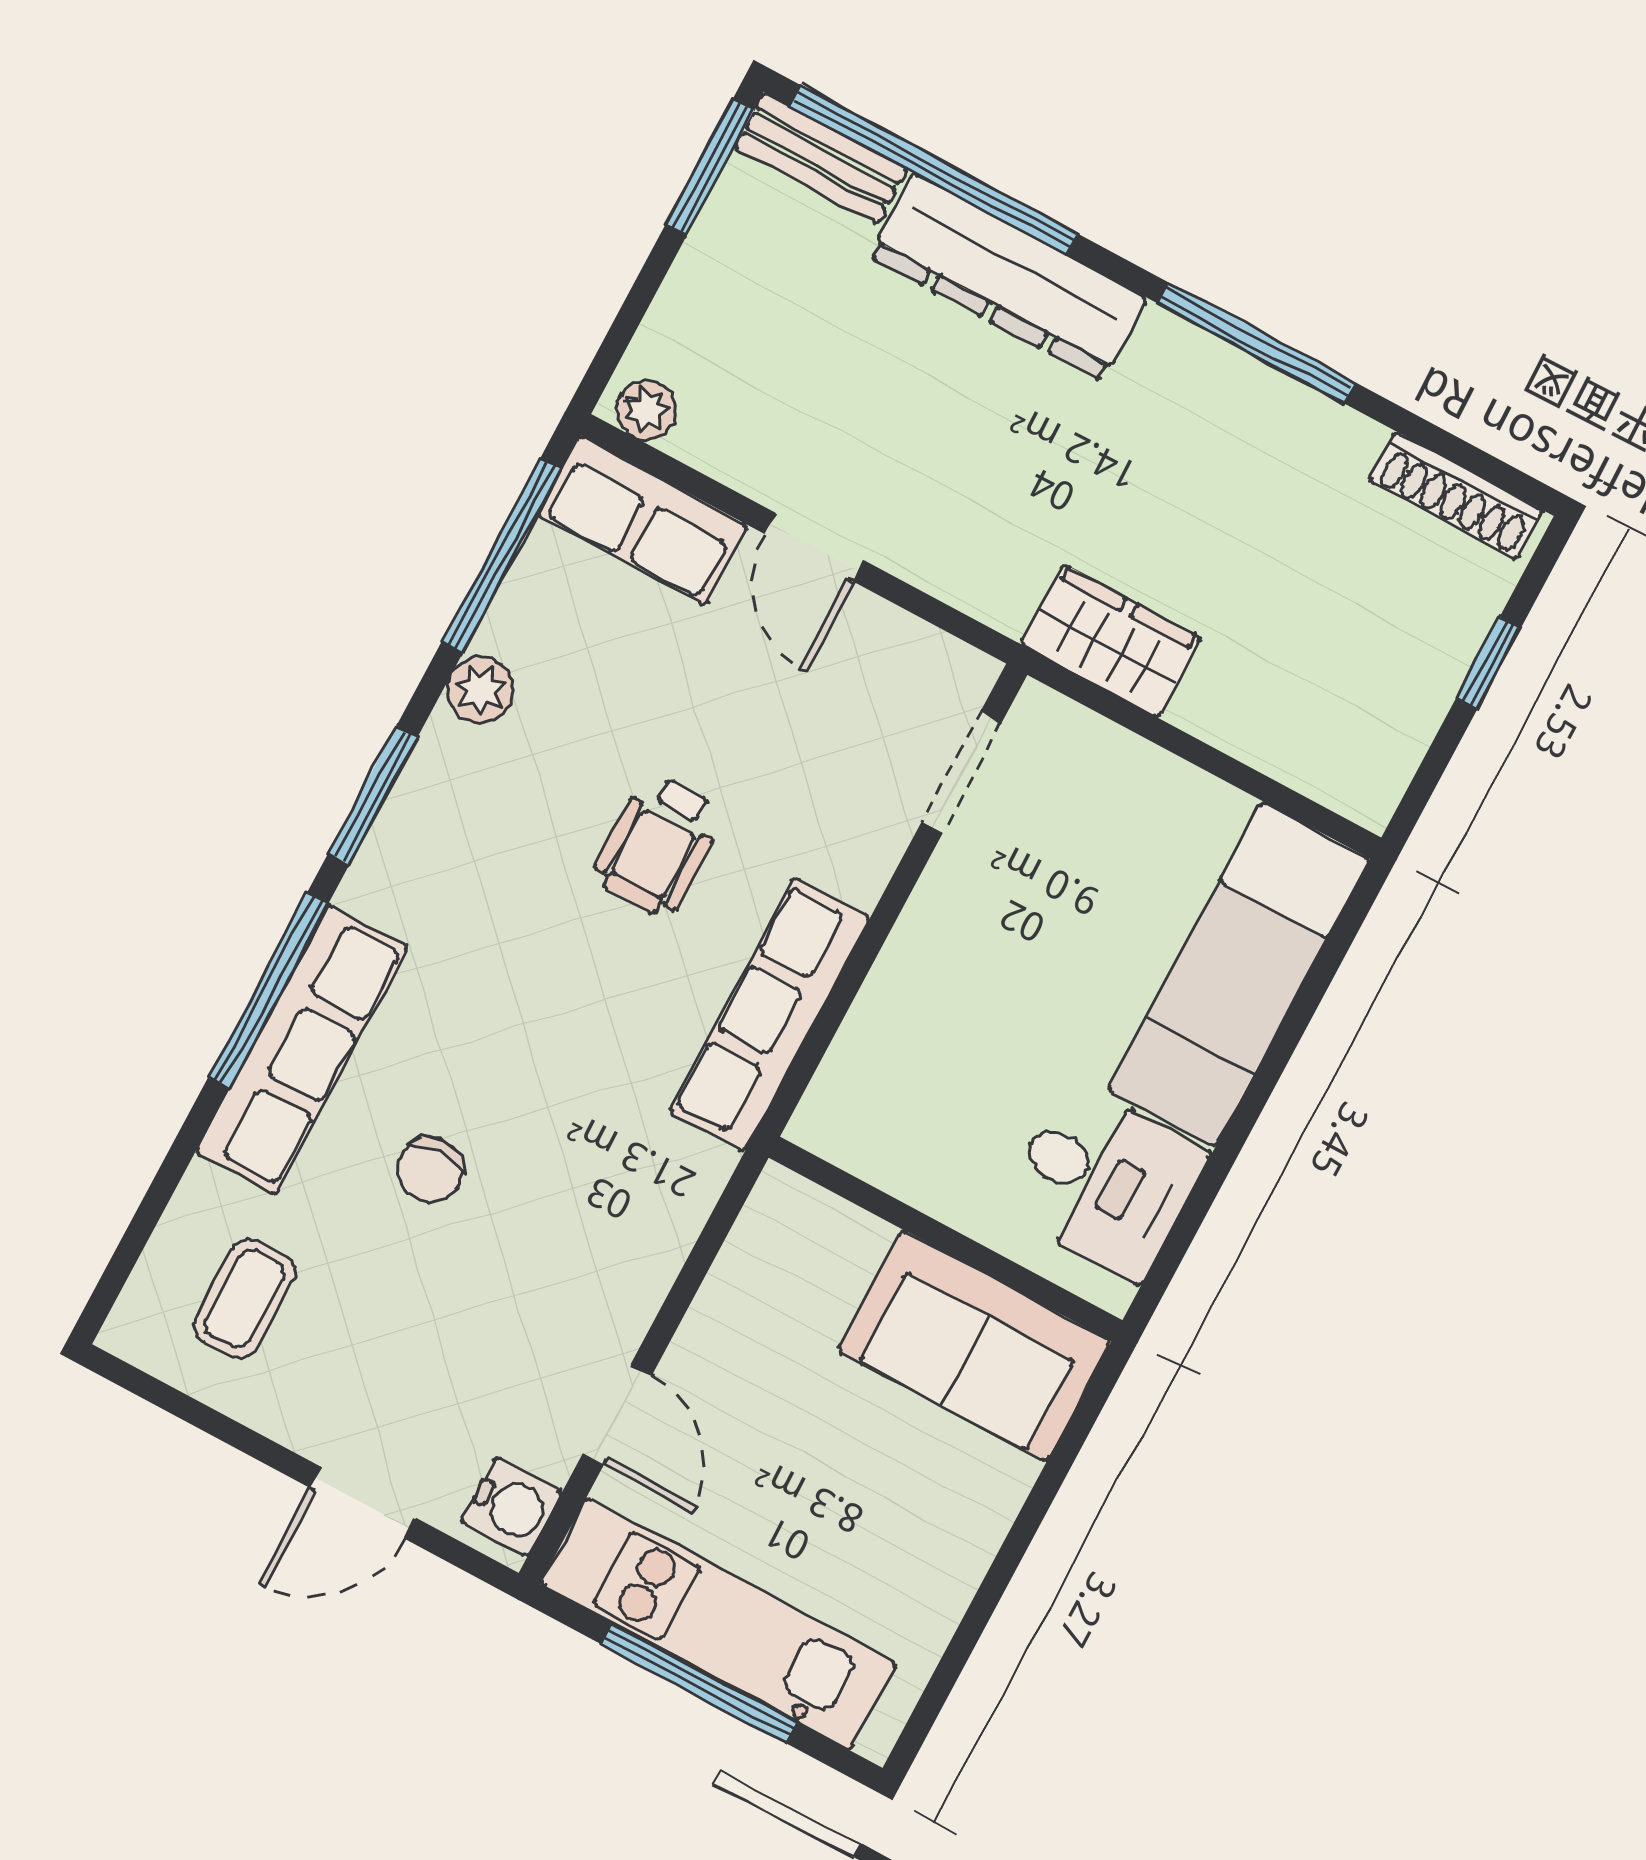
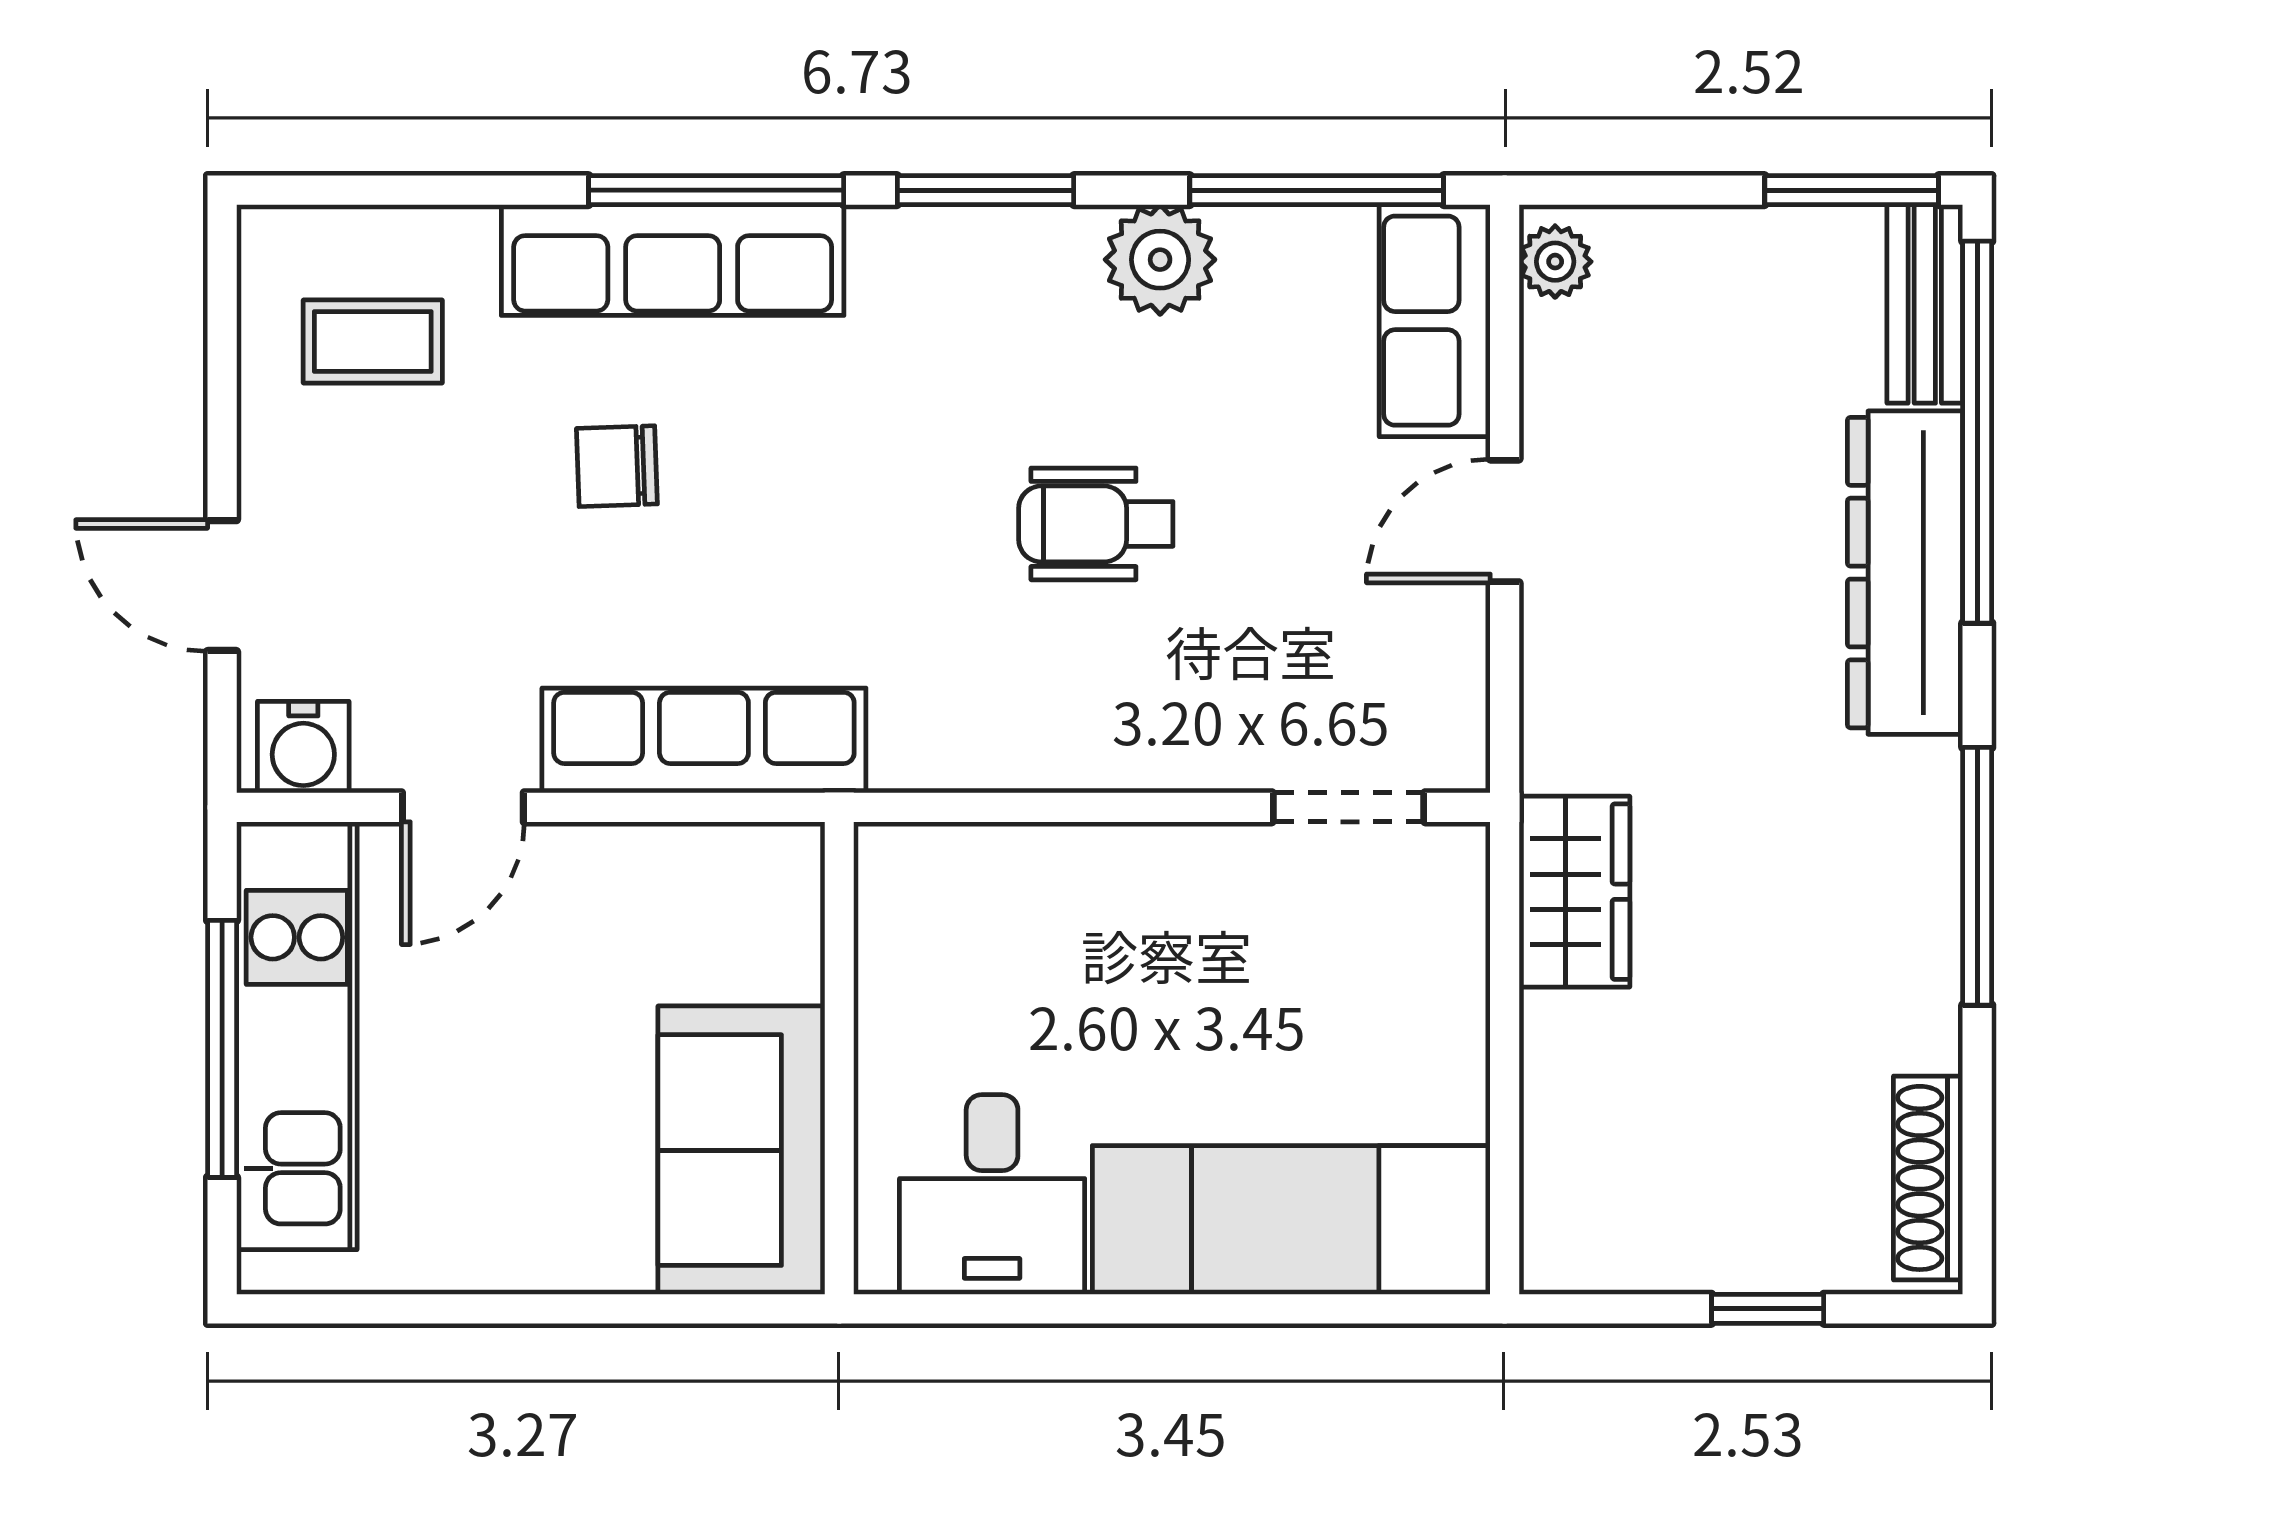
plant: (480, 690) -> (1160, 260), width x1.38, depth x1.38
row of seats: (769, 1015) -> (704, 740), moved

